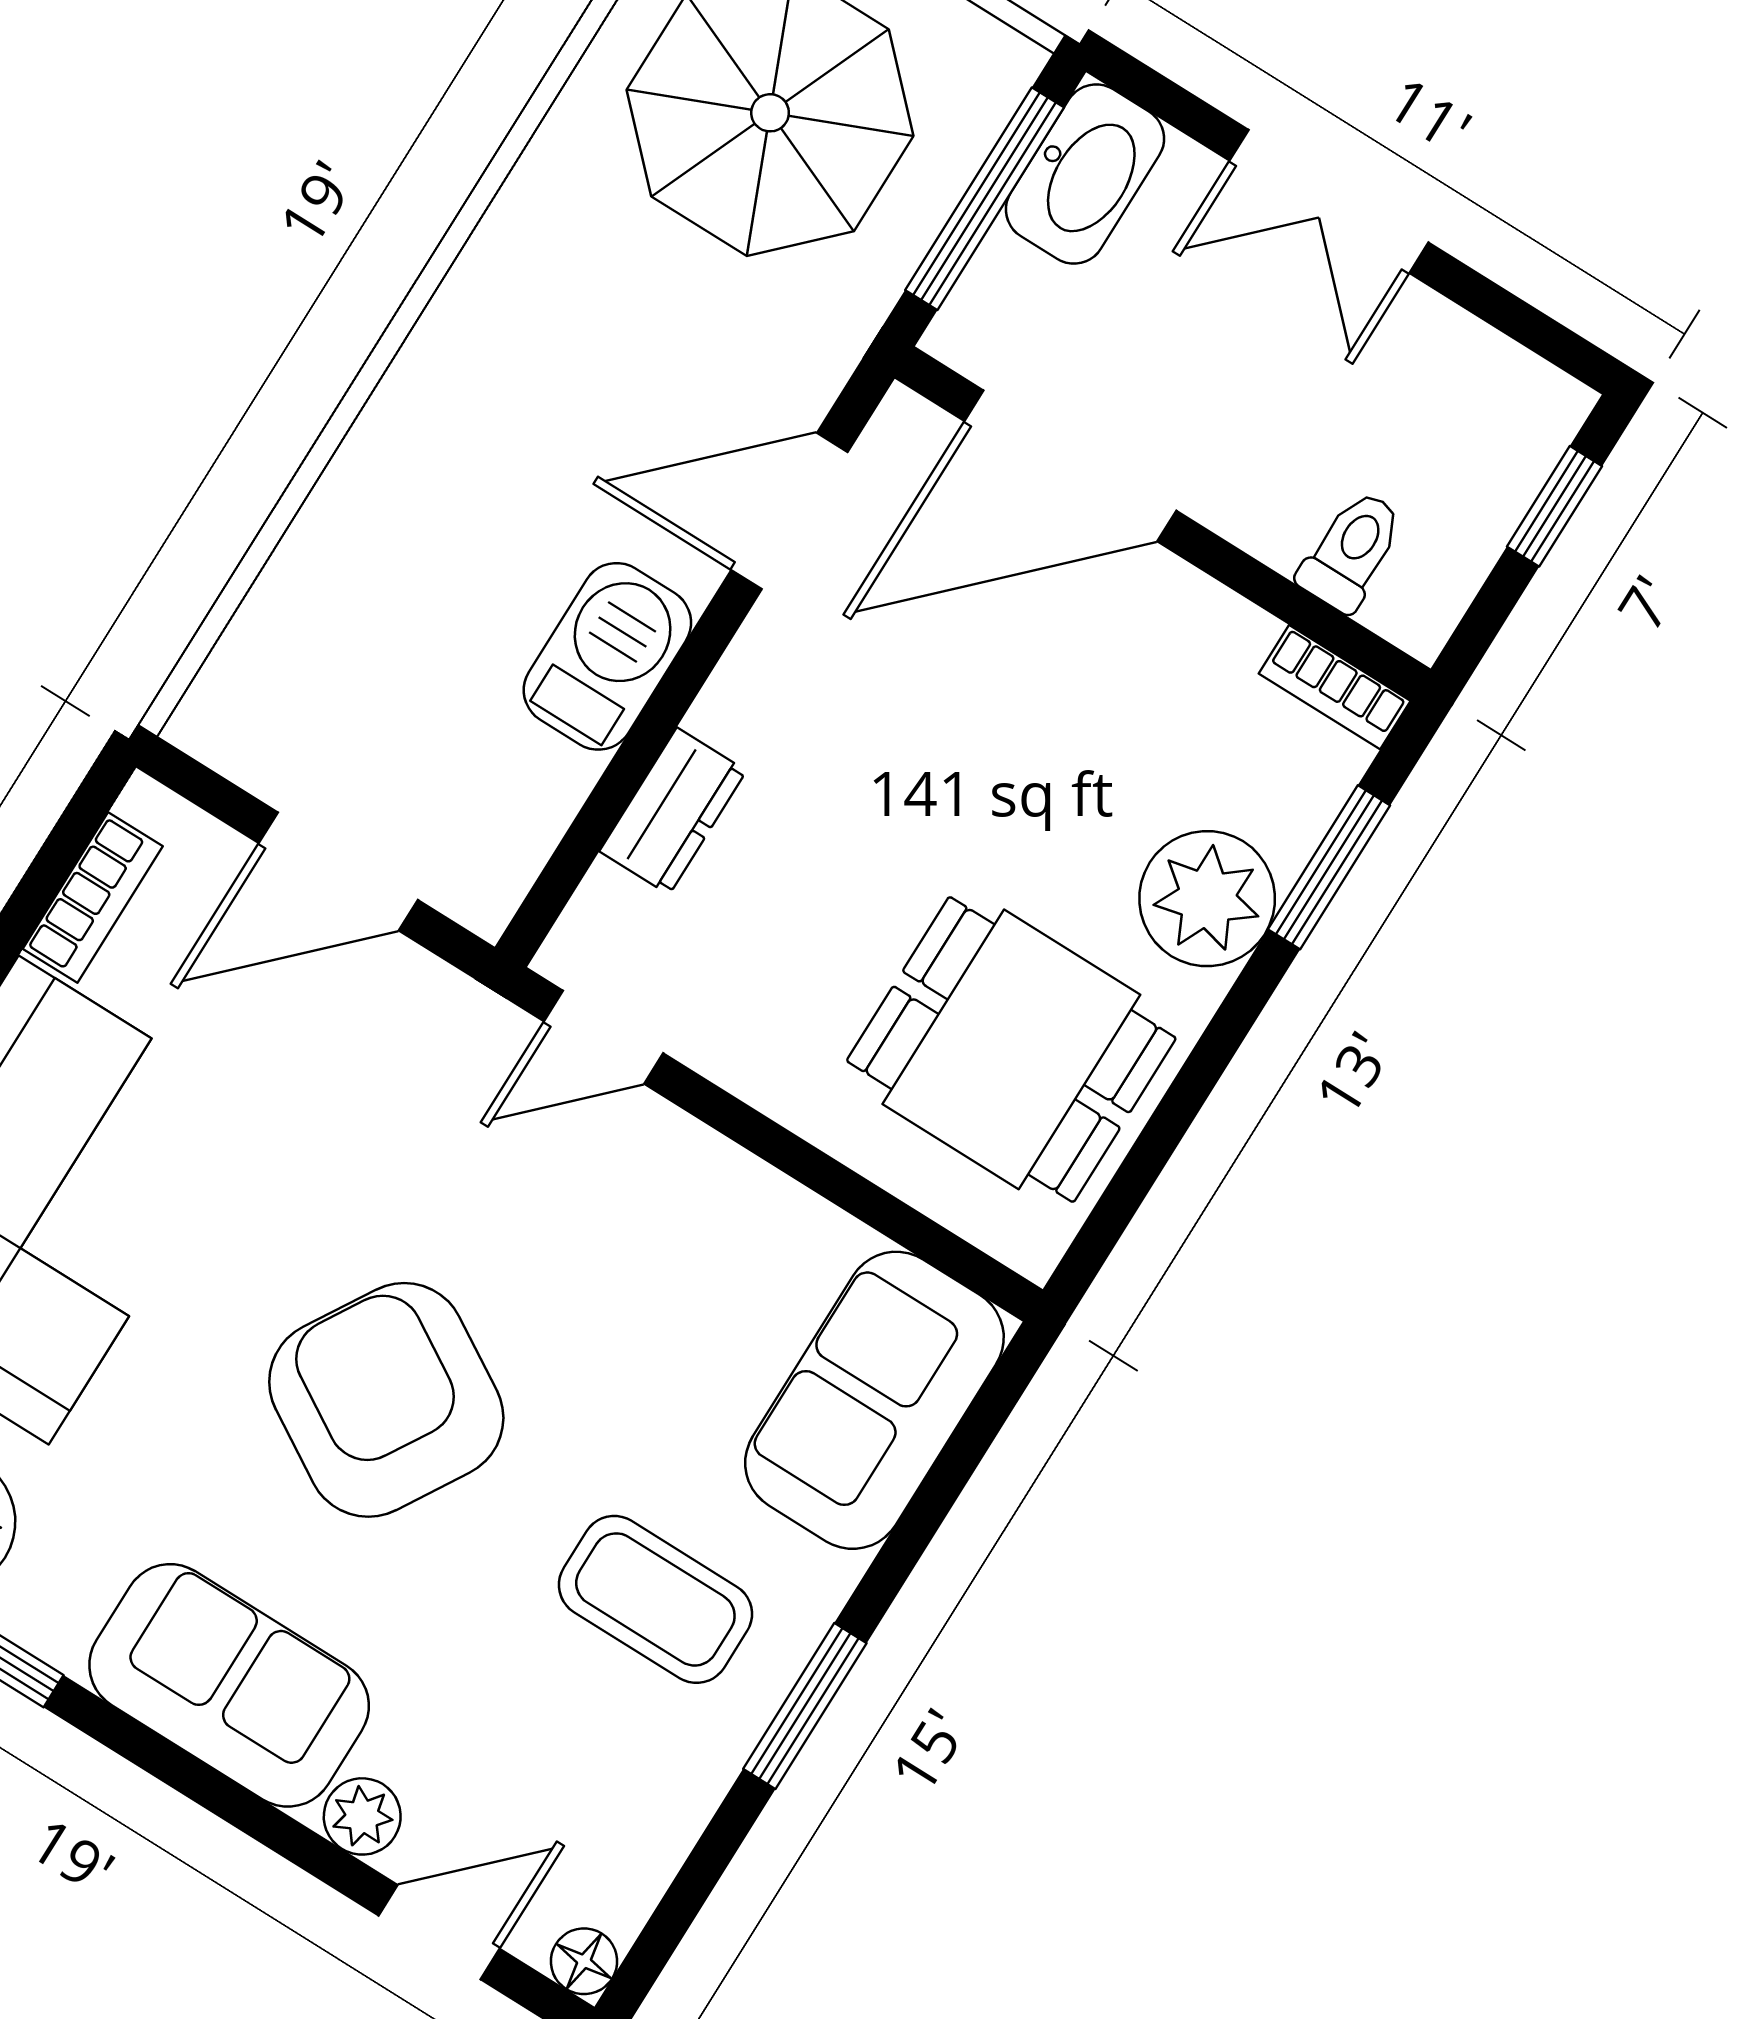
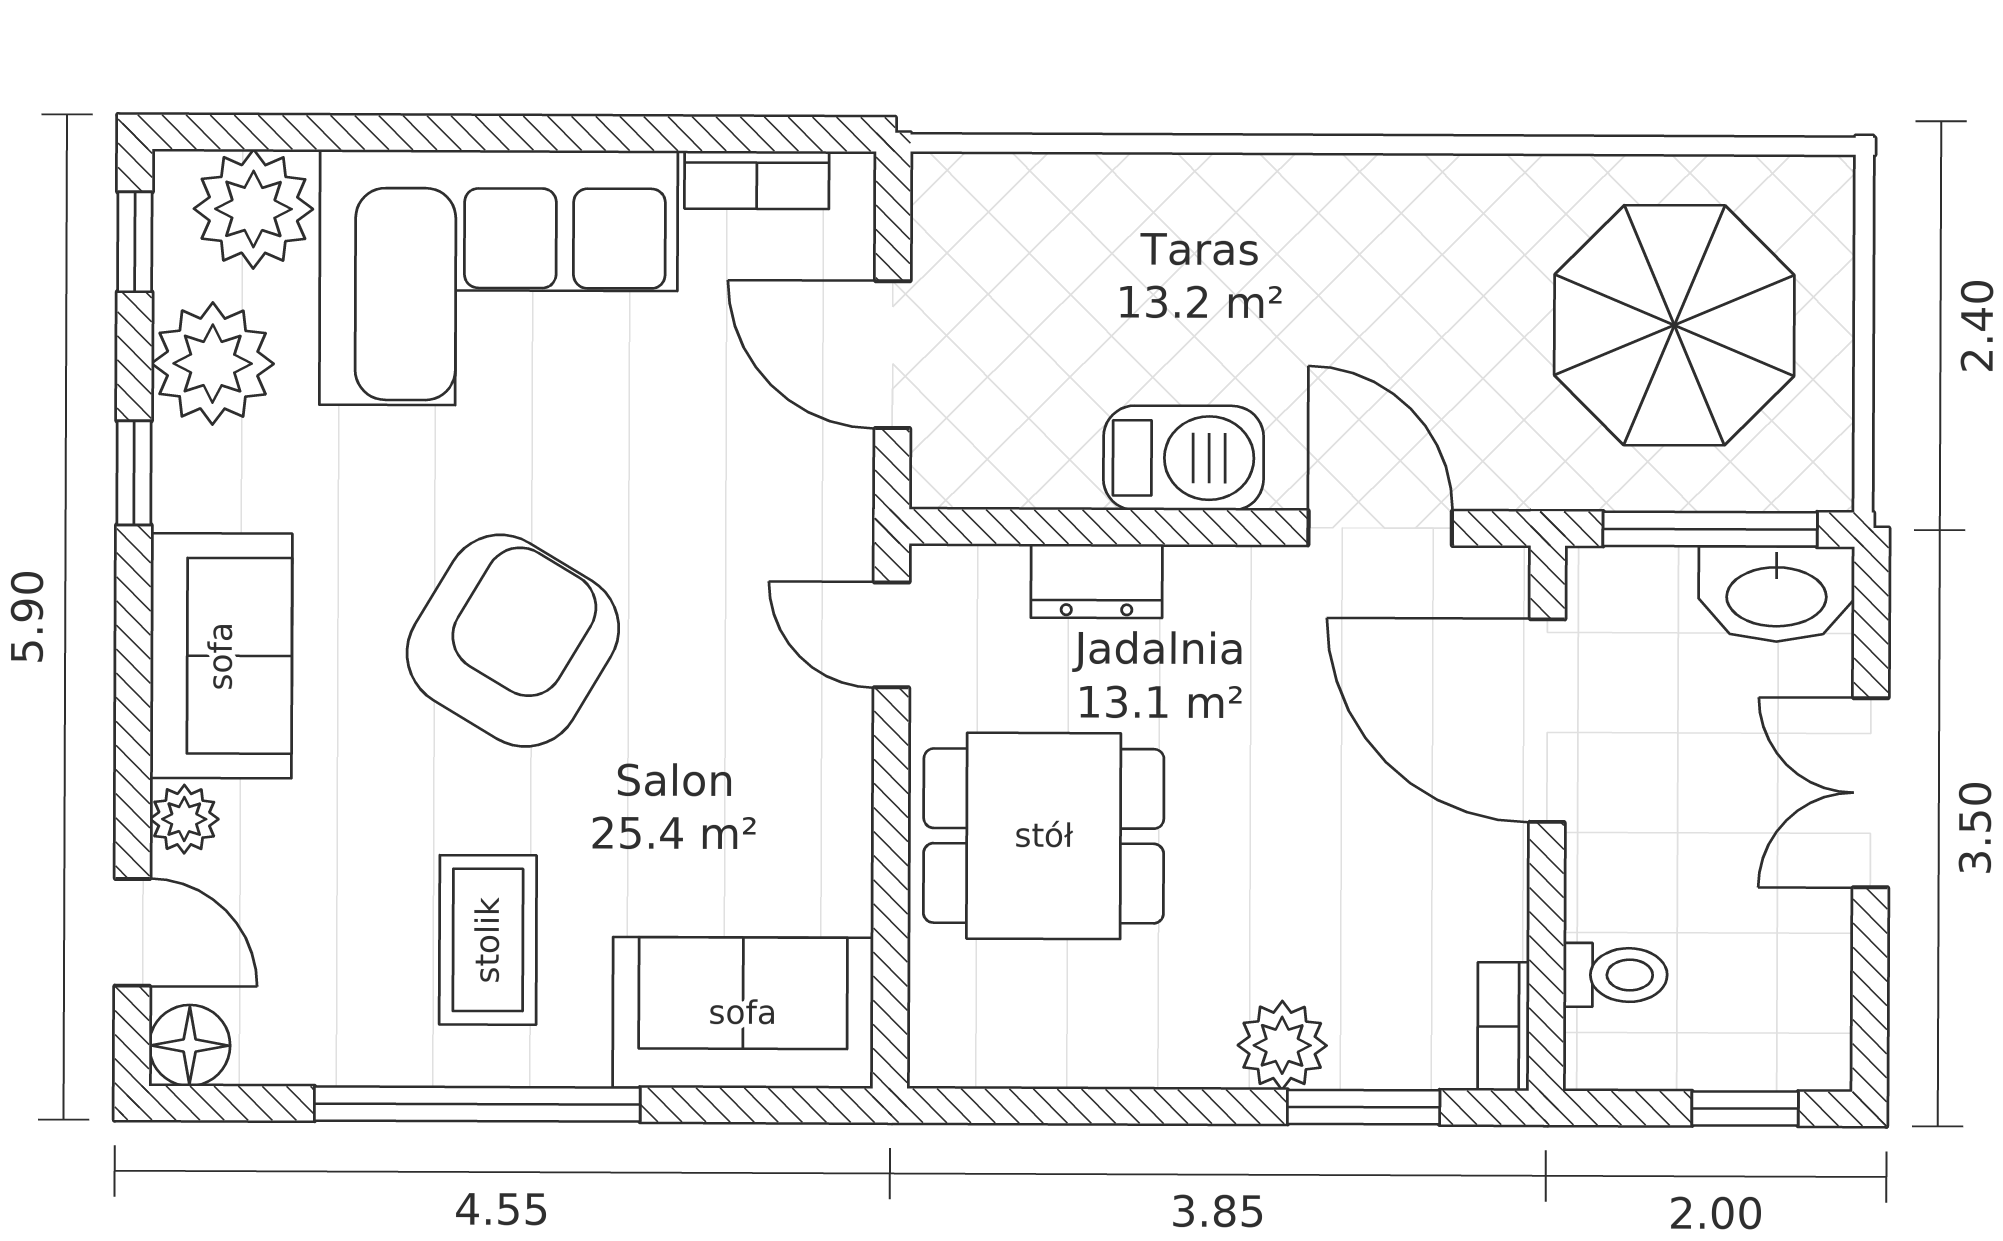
plant: (1207, 899) -> (1282, 1045), width x0.73, depth x0.73
dining table: (1011, 1049) -> (1044, 836), moved, turned 90
window: (805, 1706) -> (477, 1104), width x2.11
floor lamp: (584, 1961) -> (190, 1045), width x1.37, depth x1.37

